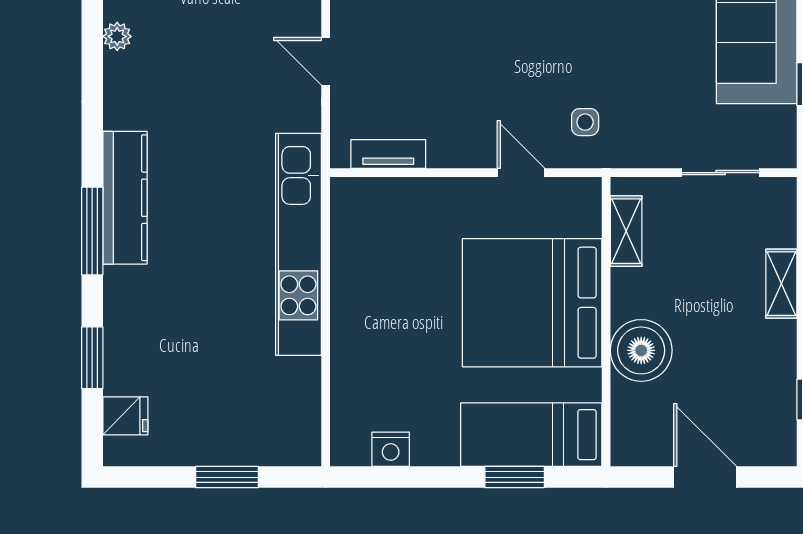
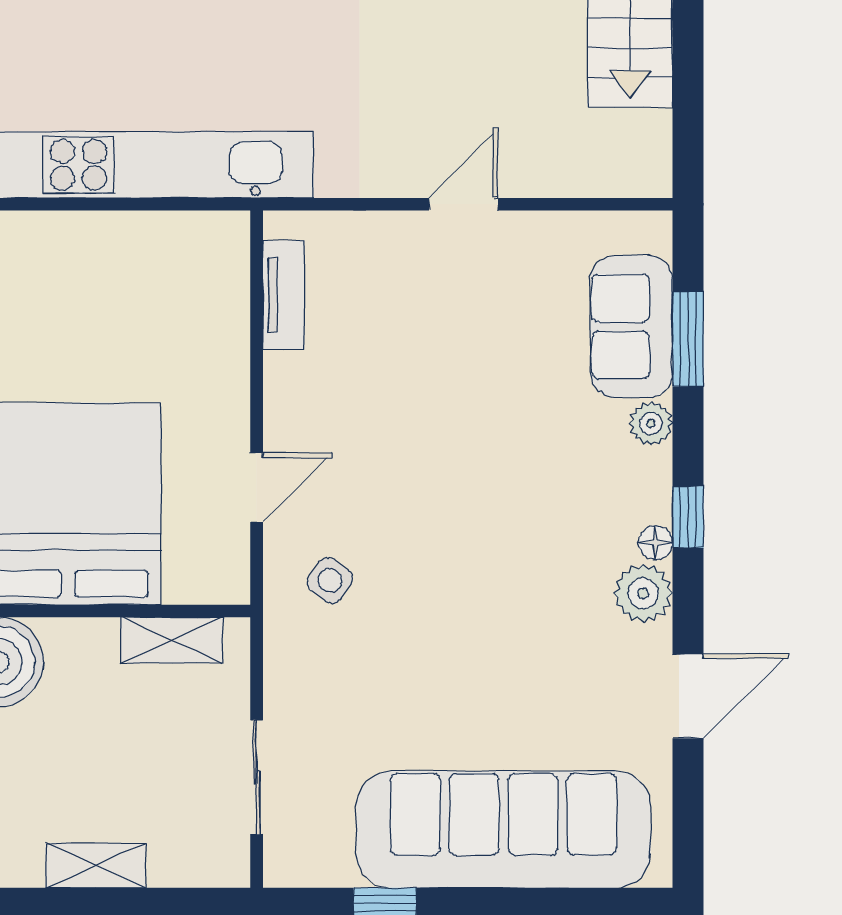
door: (326, 61) -> (463, 204), moved
side table: (585, 122) -> (330, 580), turned 36

